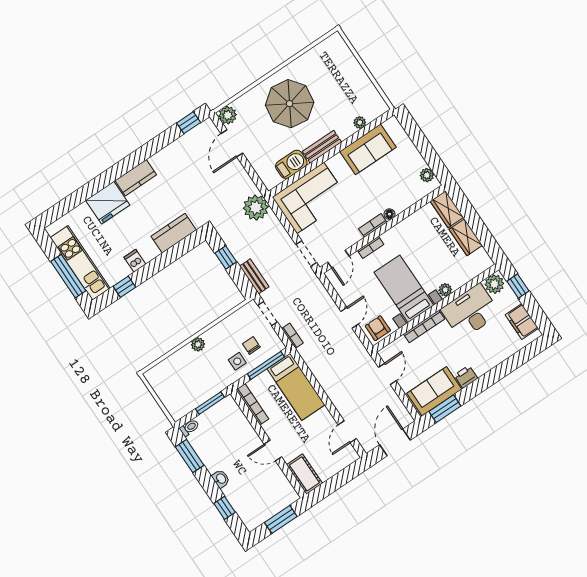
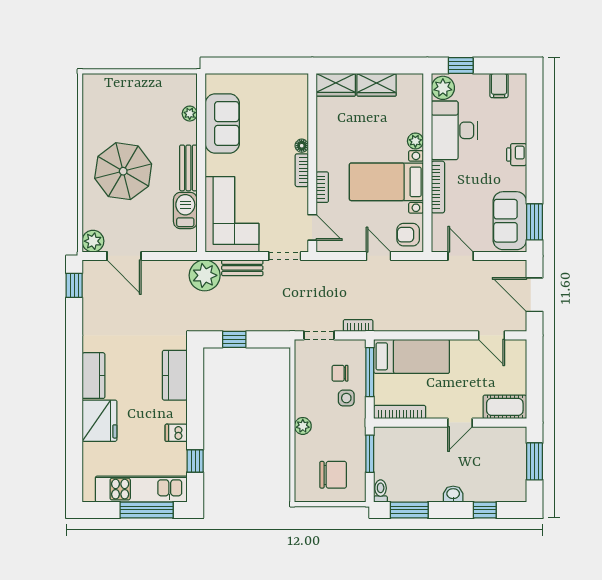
plant: (427, 175) -> (288, 82), removed
bench: (254, 276) -> (242, 268), moved
filing cabinet: (522, 321) -> (499, 86), width x0.50
printer: (466, 377) -> (517, 155), moved
chair: (179, 388) -> (333, 475), added

